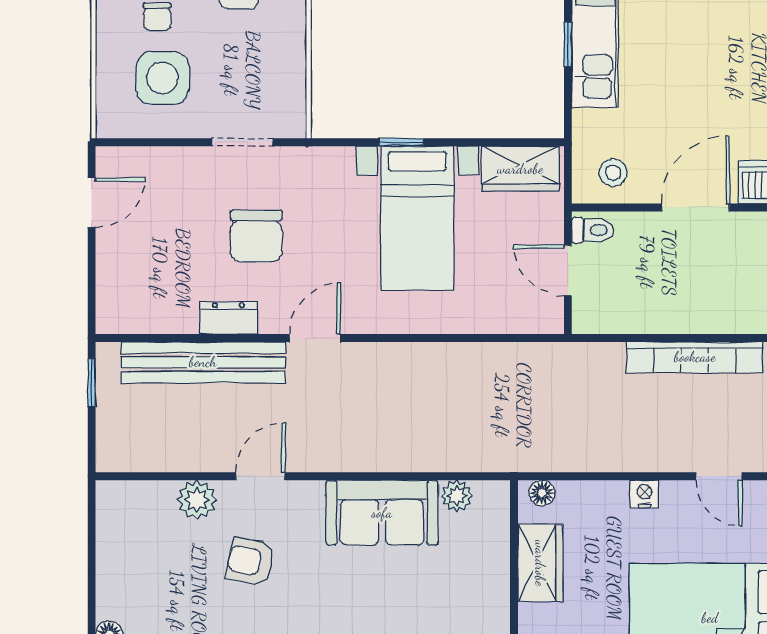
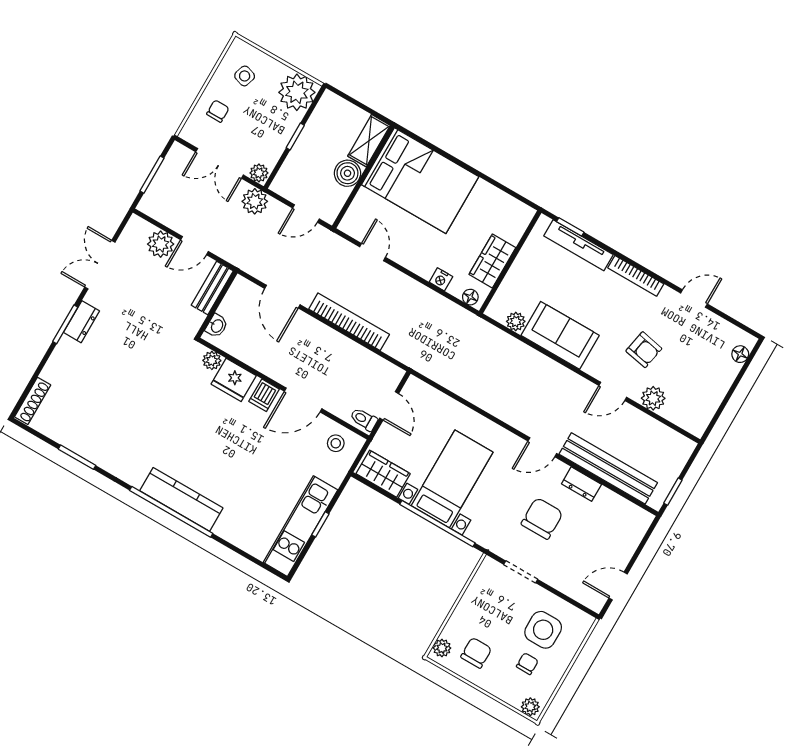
window: (401, 142) -> (437, 524), width x3.17
nightstand: (644, 494) -> (441, 279), moved

